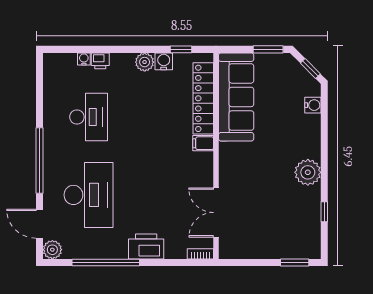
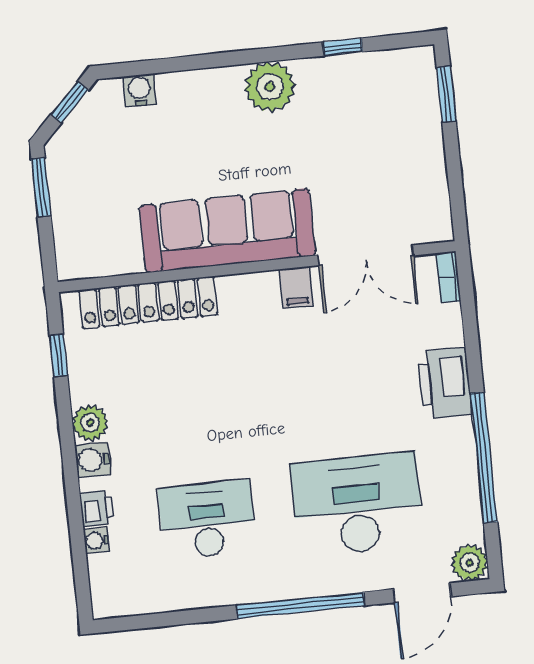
water cooler: (164, 61) -> (93, 460), moved
sofa: (236, 97) -> (227, 230), moved
filing cabinet: (203, 143) -> (296, 287), moved

